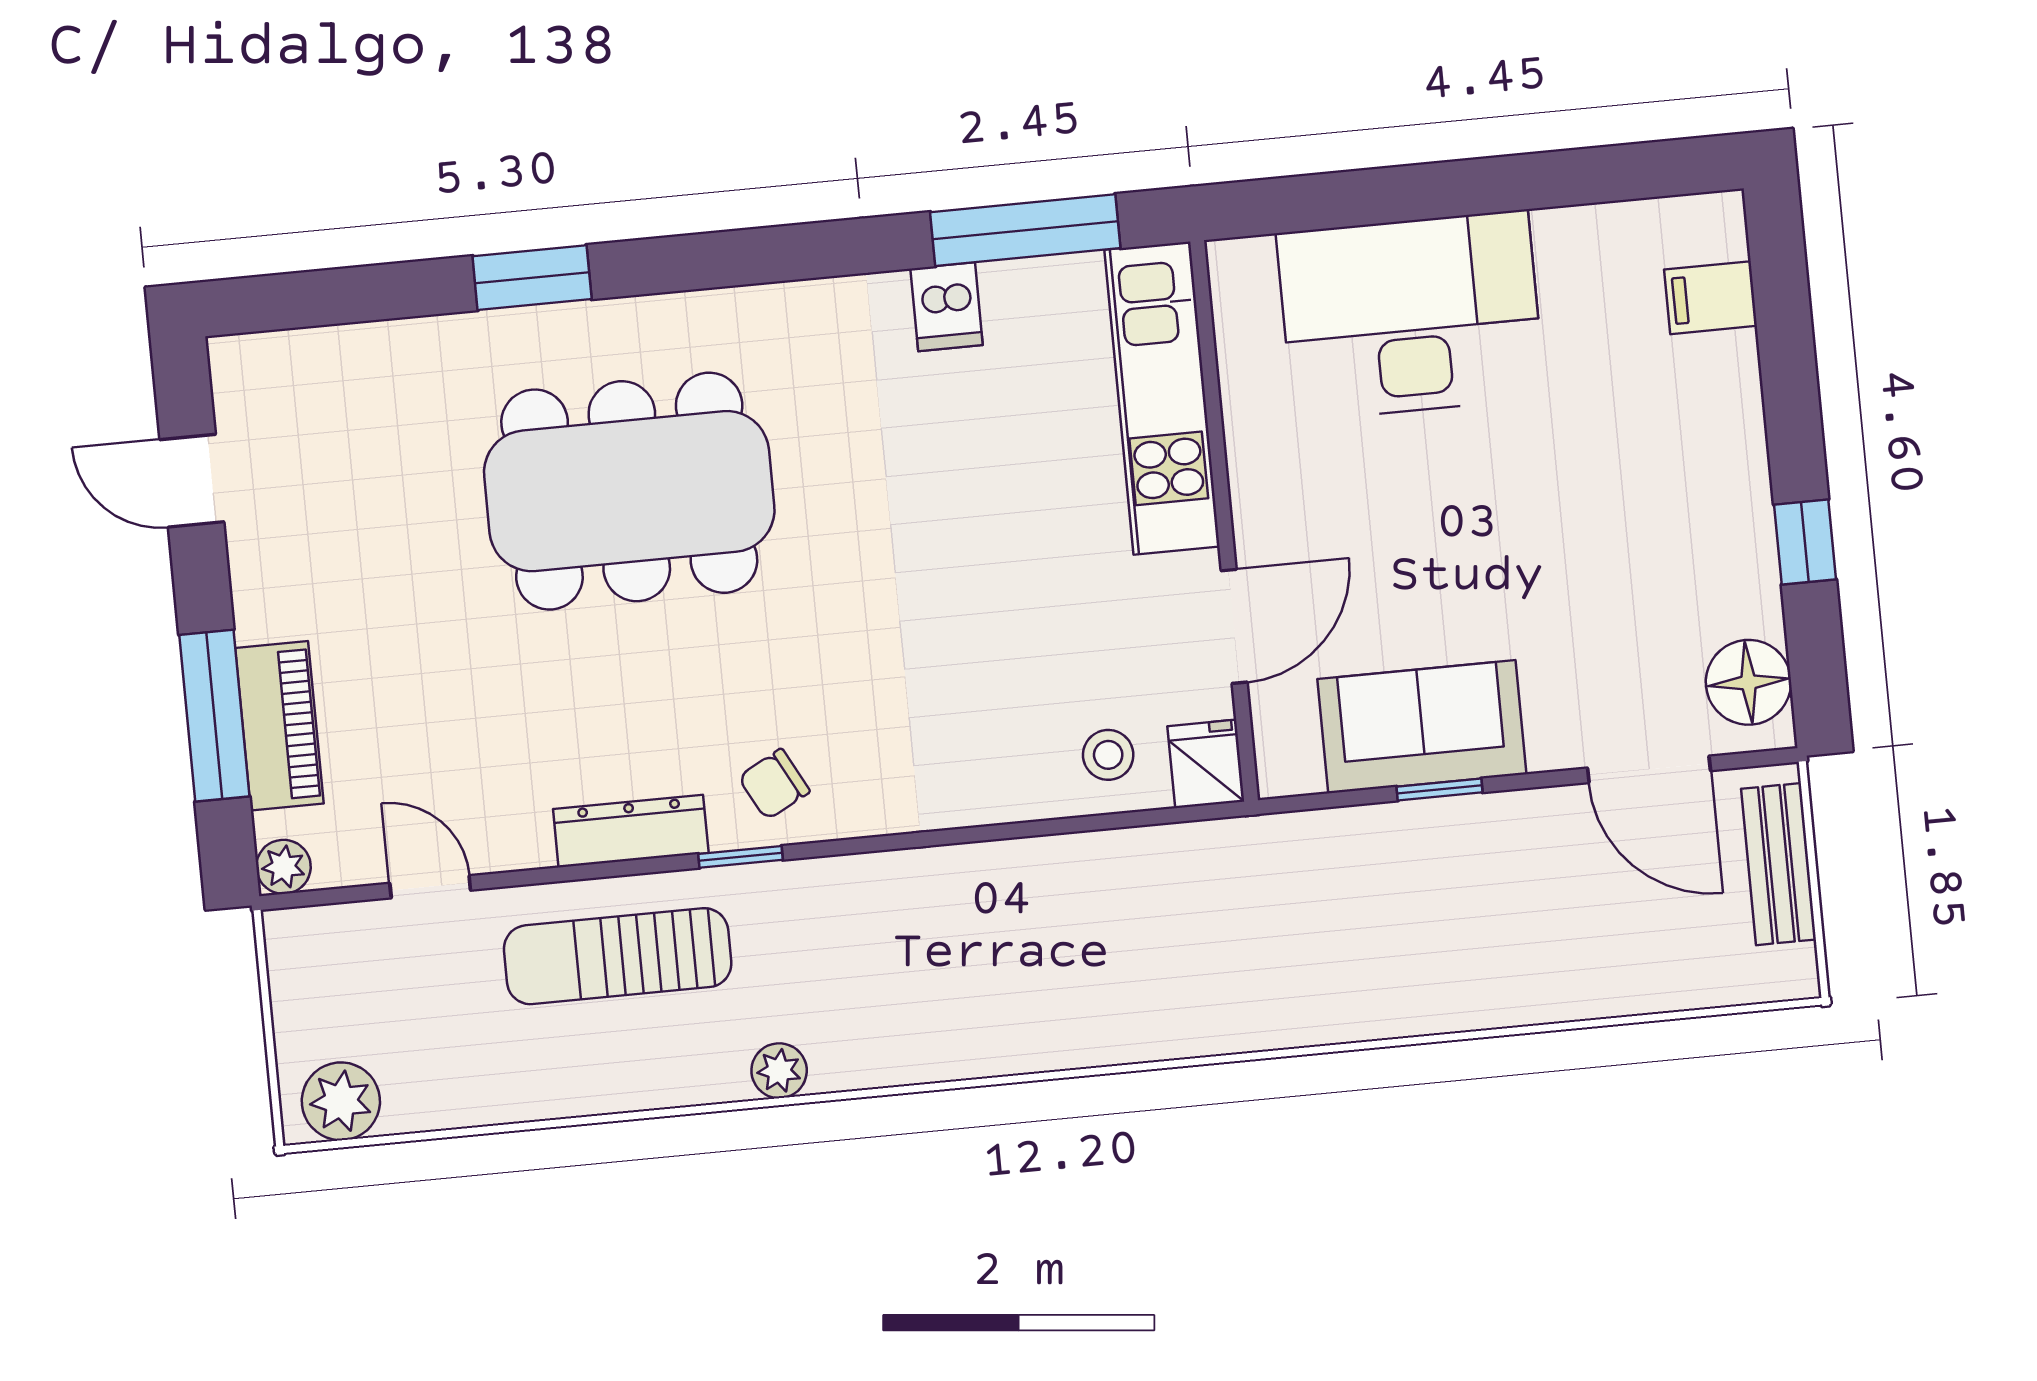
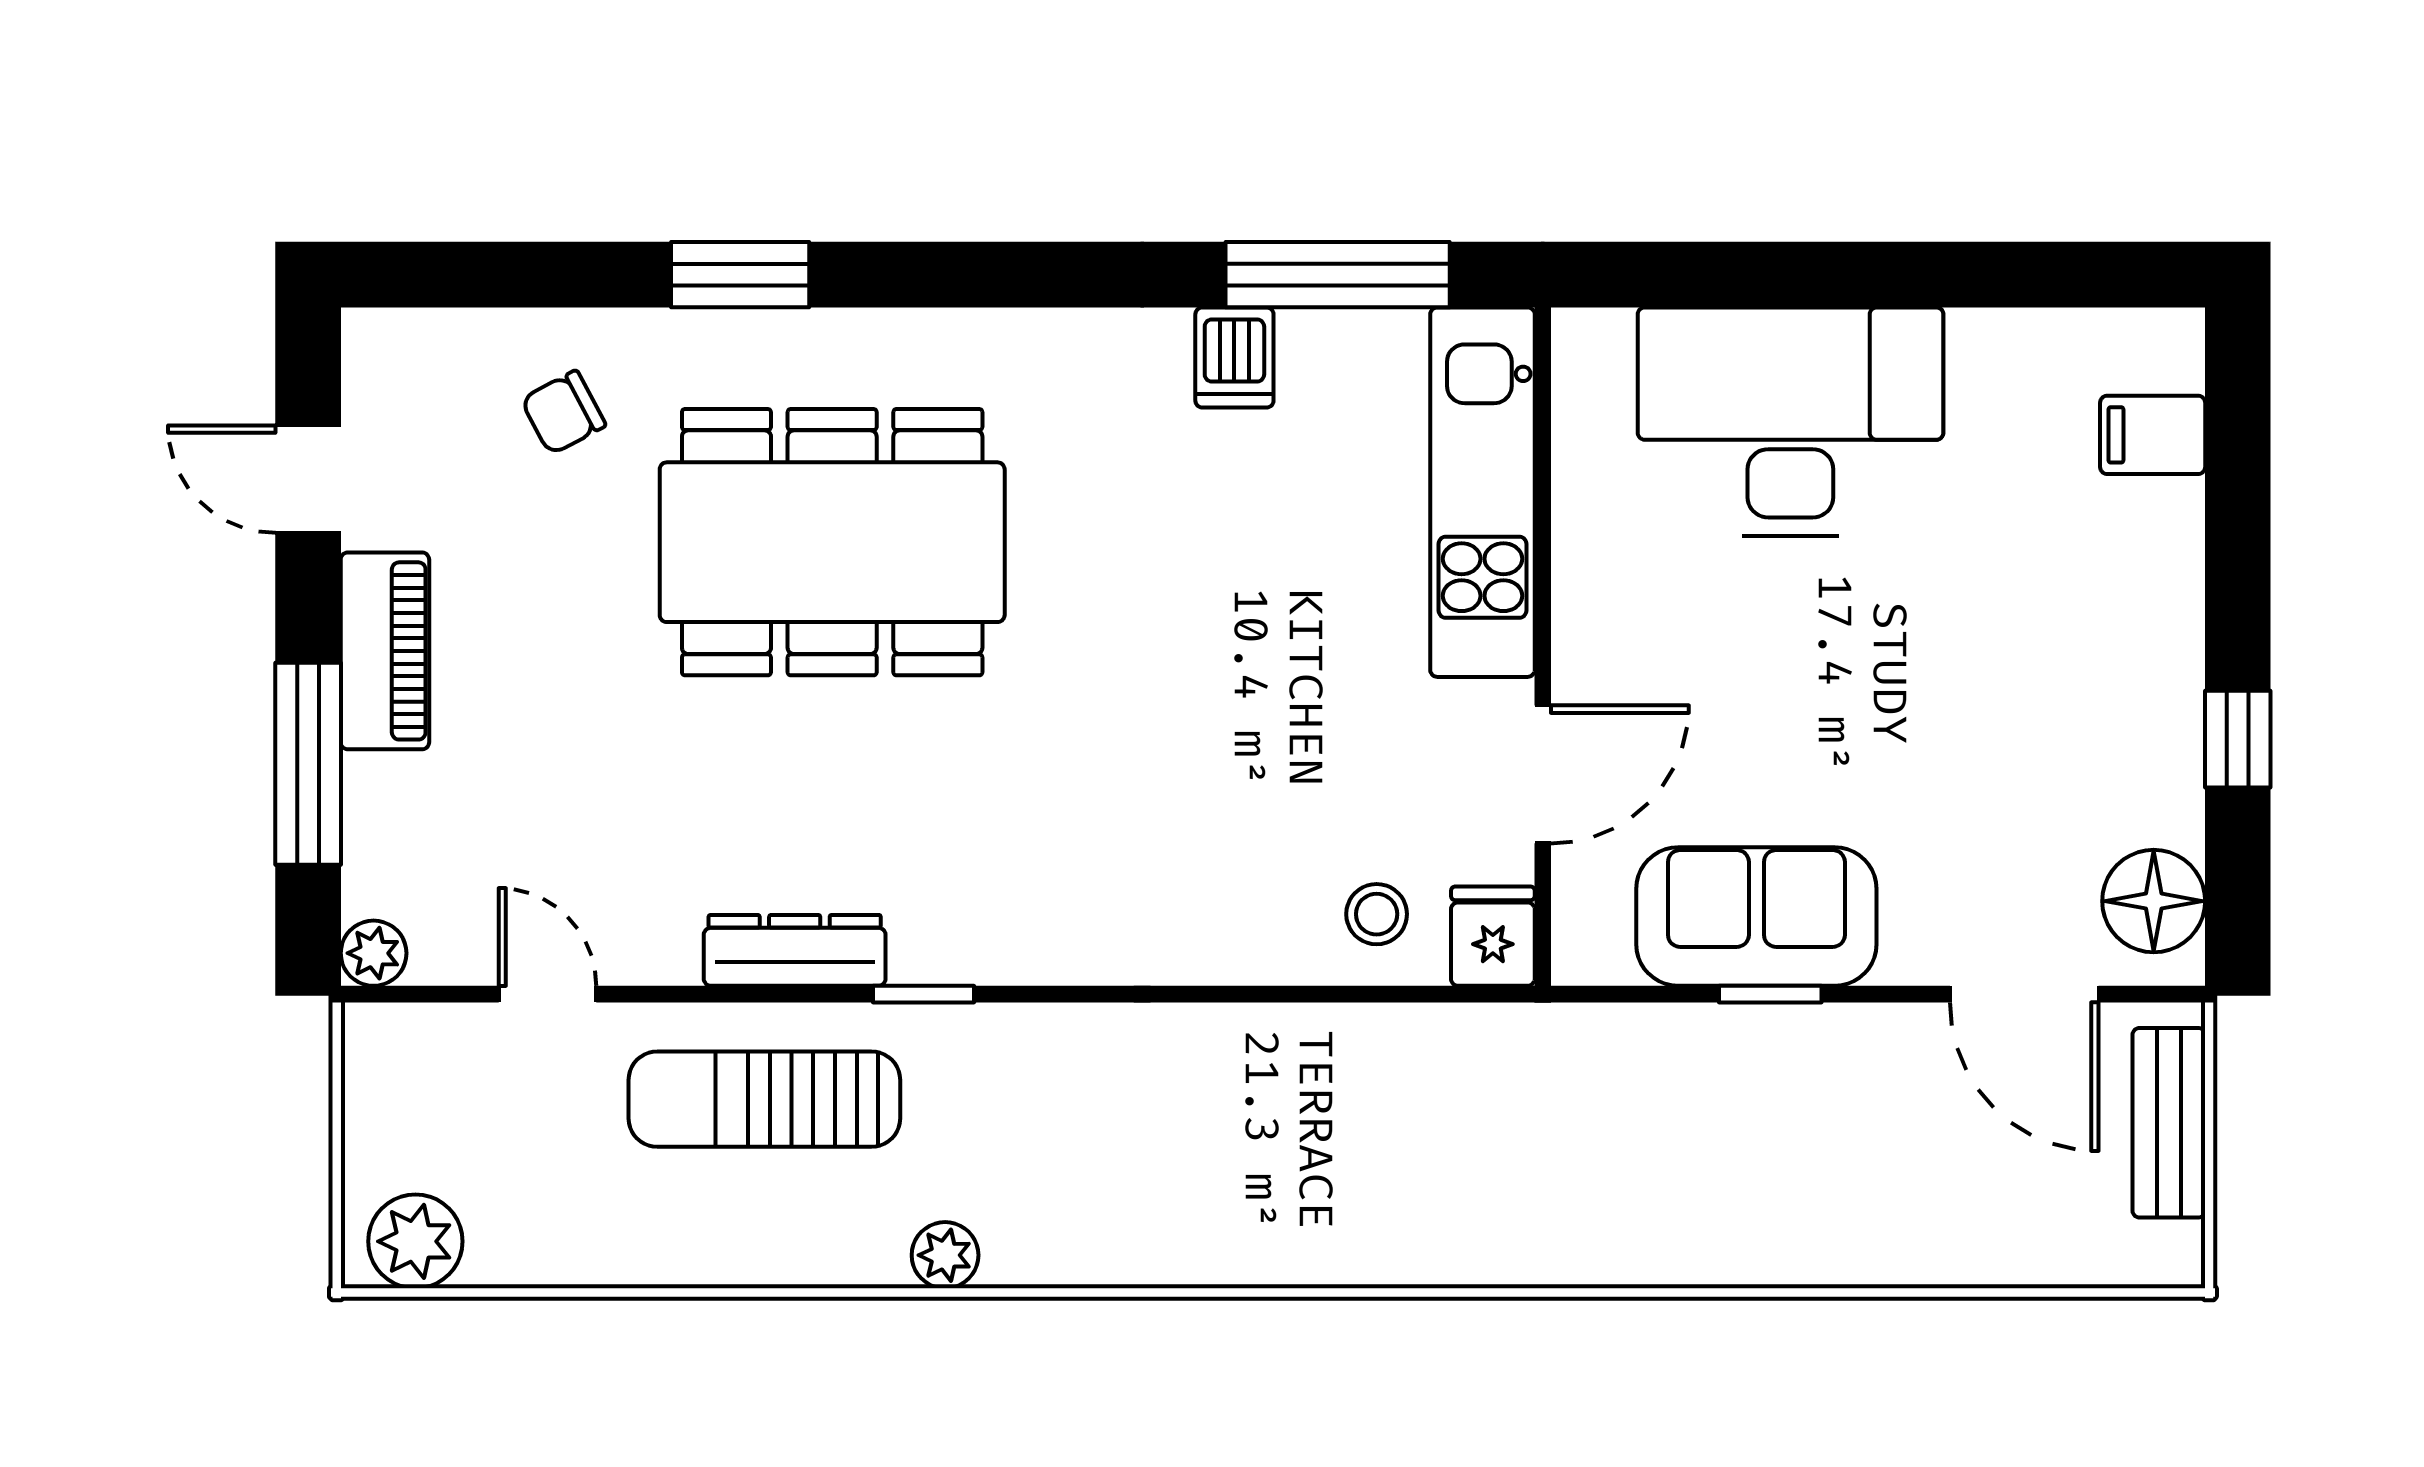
piano: (279, 726) -> (385, 651), moved
chair: (774, 784) -> (563, 412), moved

